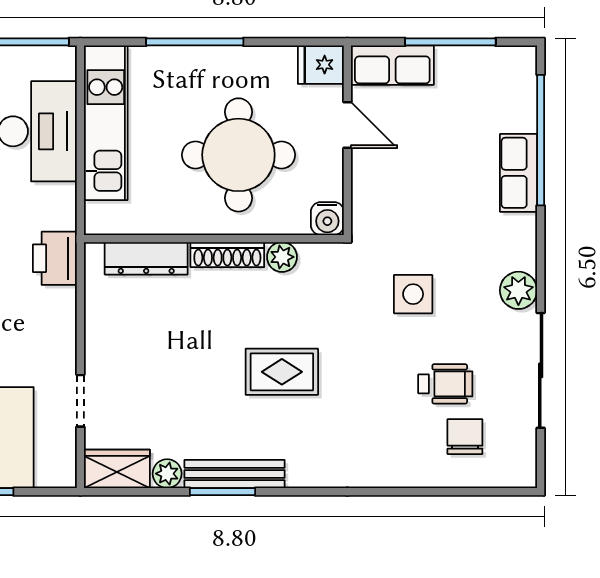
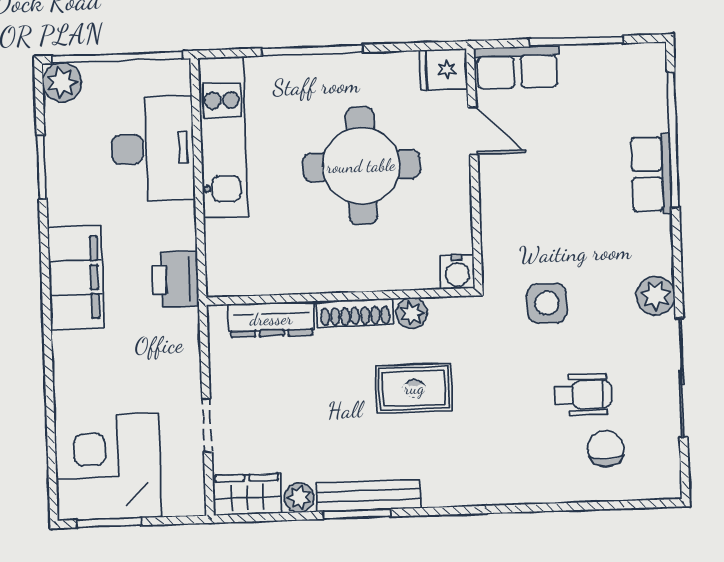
water cooler: (327, 219) -> (457, 272), moved
wall: (214, 239) -> (341, 297), moved
shoe rack: (227, 255) -> (355, 313), moved
plant: (282, 257) -> (412, 313), moved
dresser: (146, 258) -> (271, 319), moved

